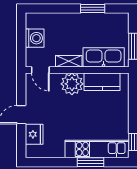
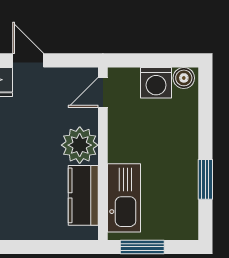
boiler: (32, 22) -> (184, 78), added
shelving: (69, 61) -> (117, 140), removed

